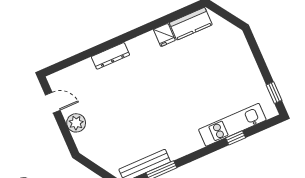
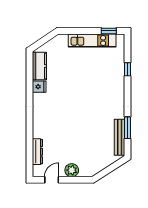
dresser: (110, 56) -> (37, 152), moved
kitchen unit: (232, 125) -> (92, 40), moved, turned -90

